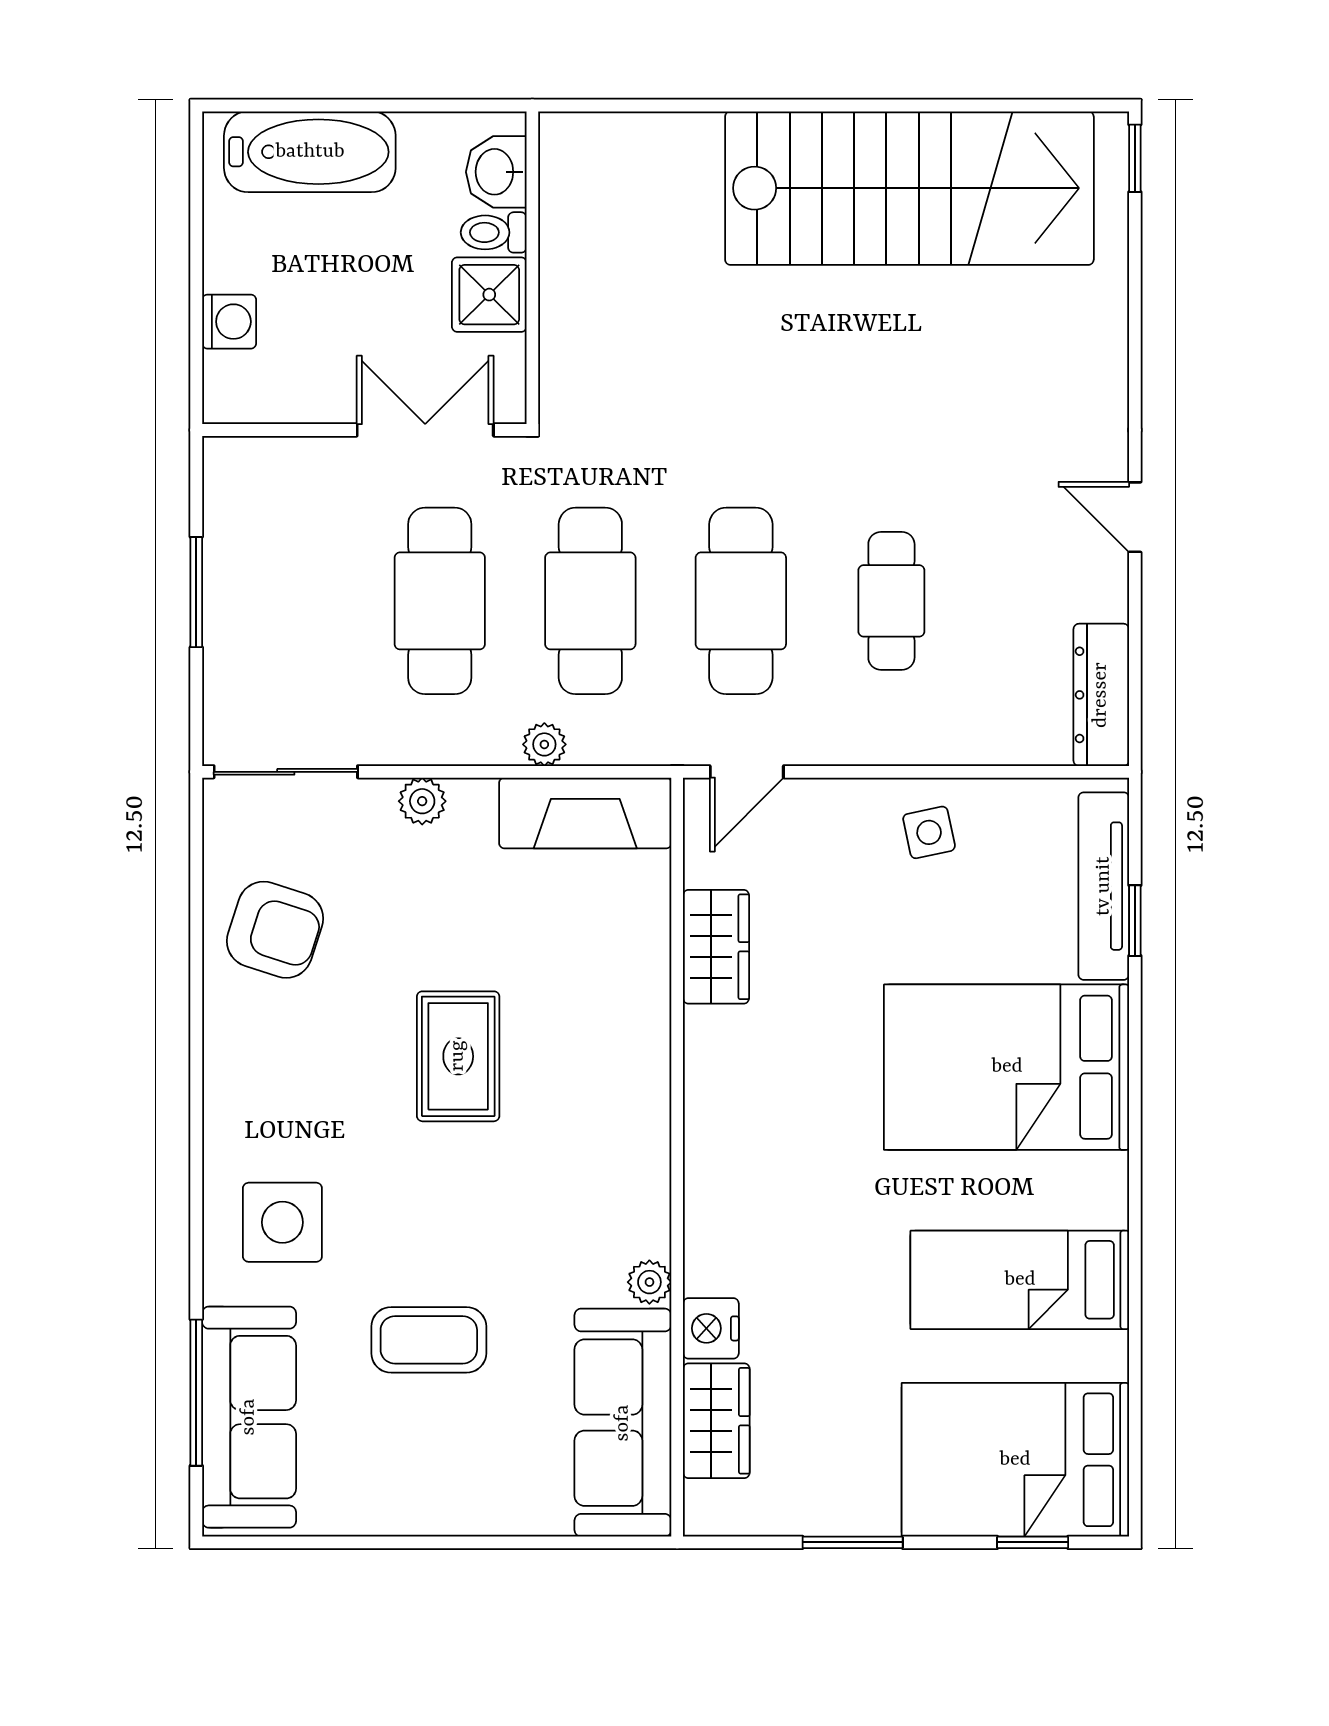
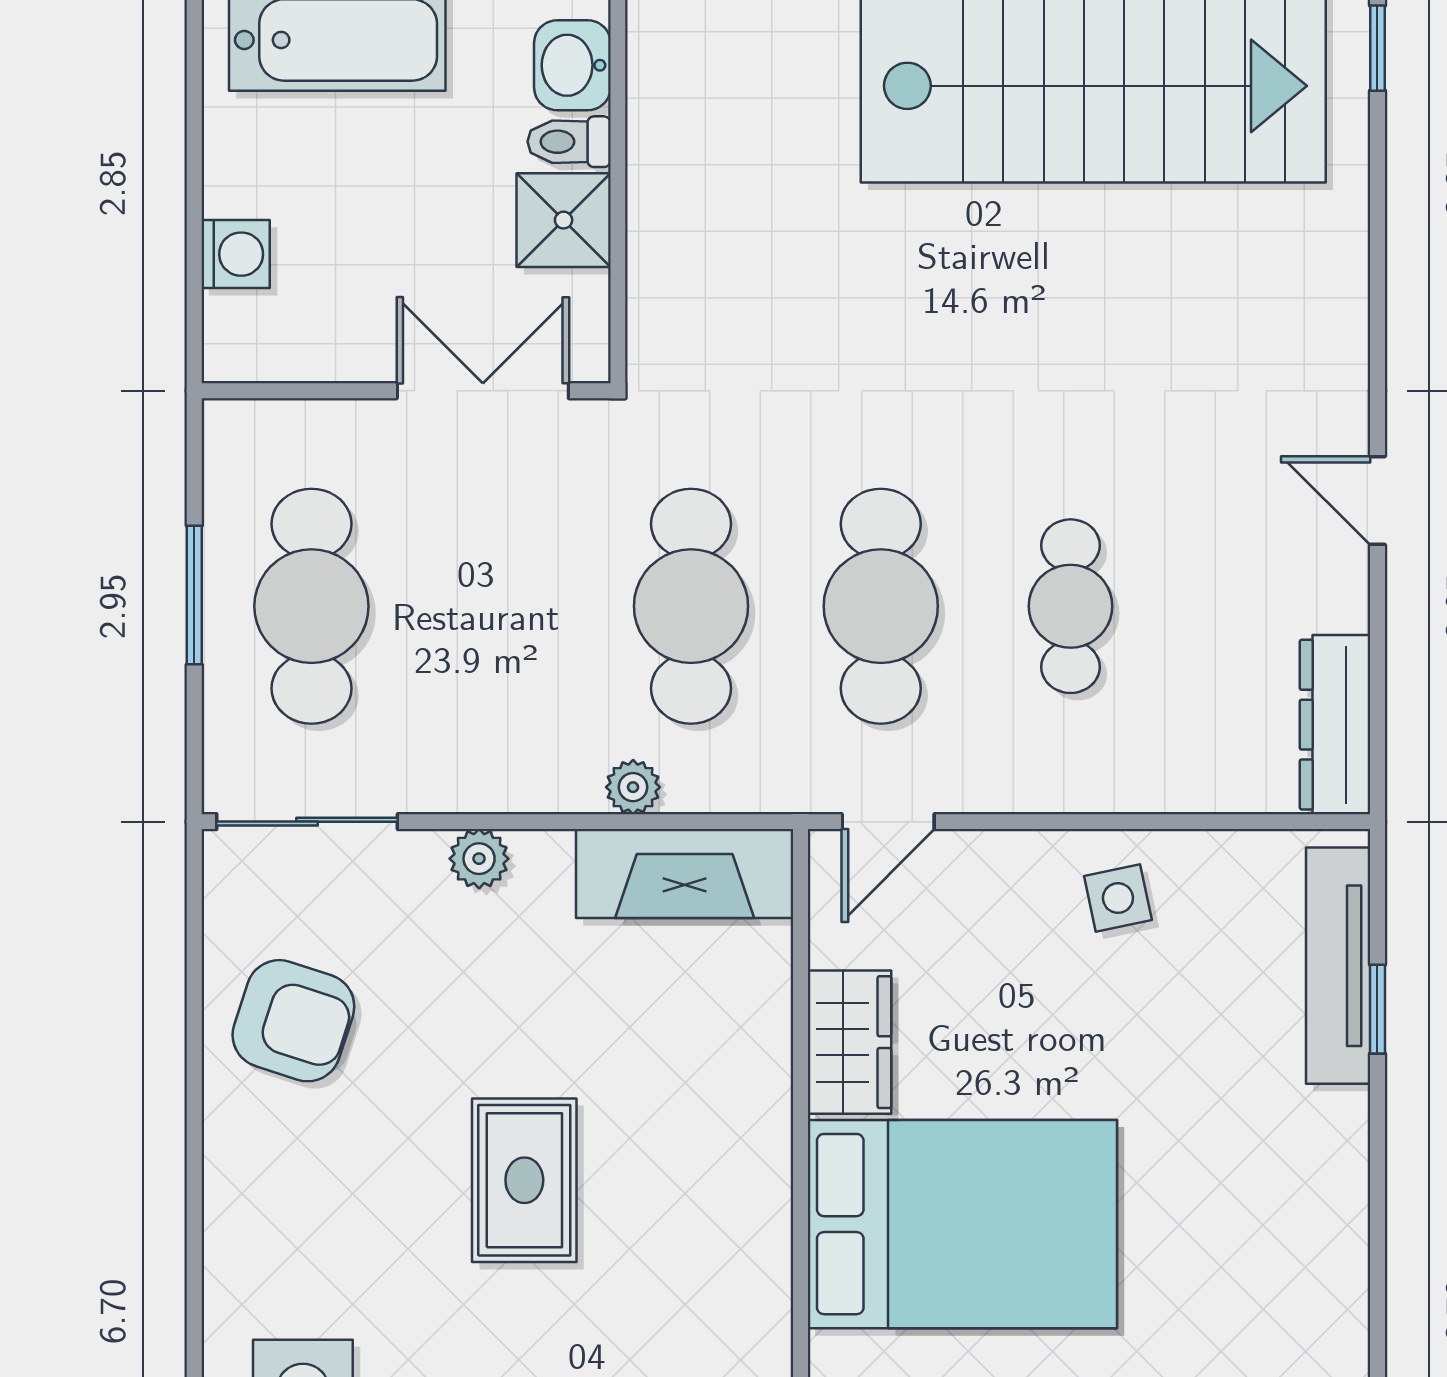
cafe table: (440, 601) -> (311, 606), moved
bed: (1007, 1067) -> (962, 1224), moved, turned 180

